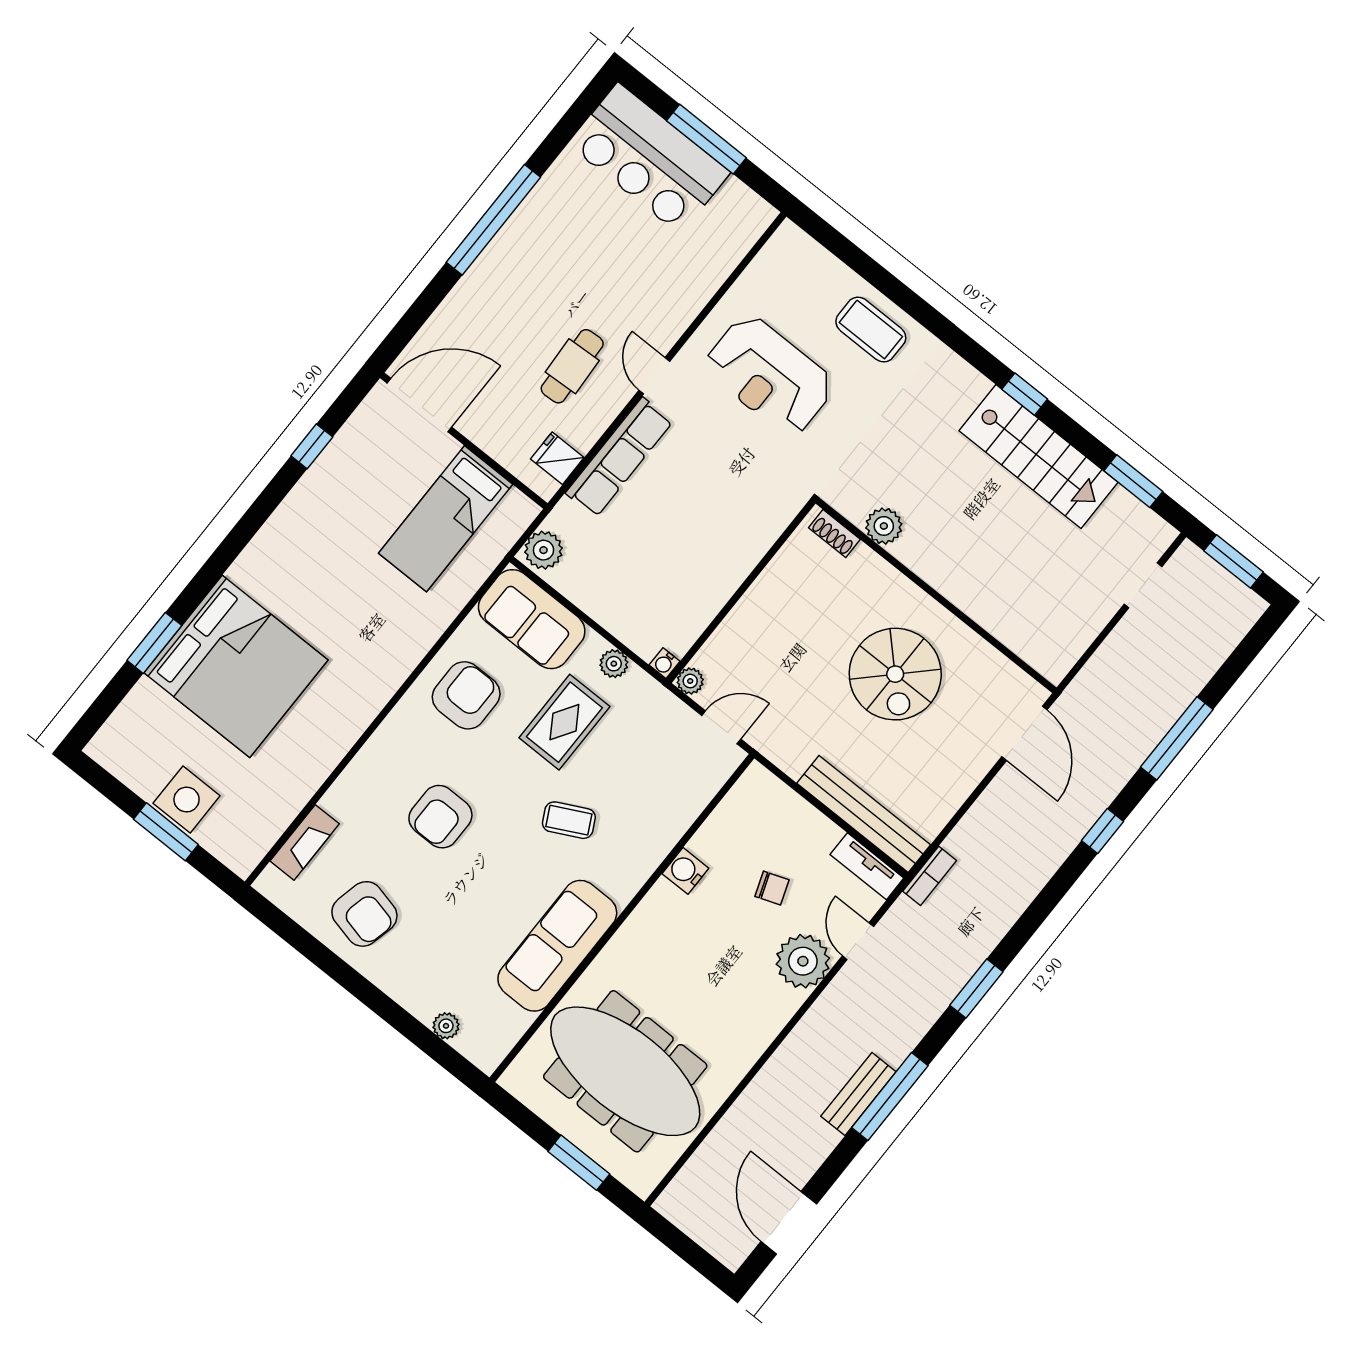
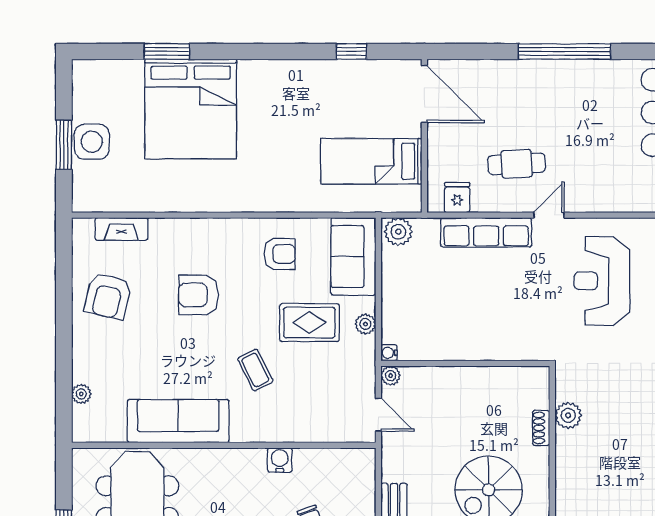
shoe rack: (834, 534) -> (541, 428), moved
armchair: (466, 695) -> (280, 254), width x0.72, depth x0.72

